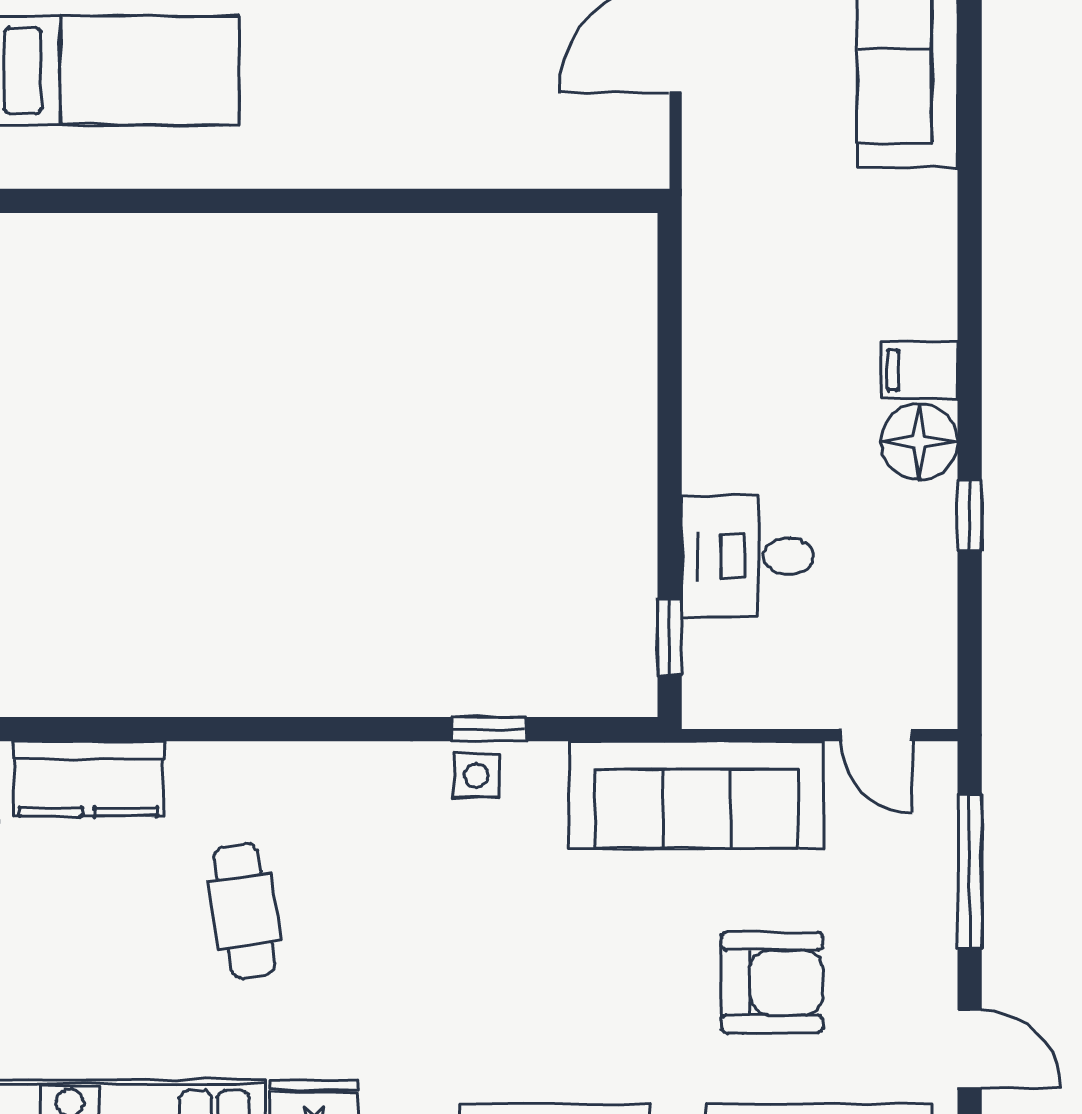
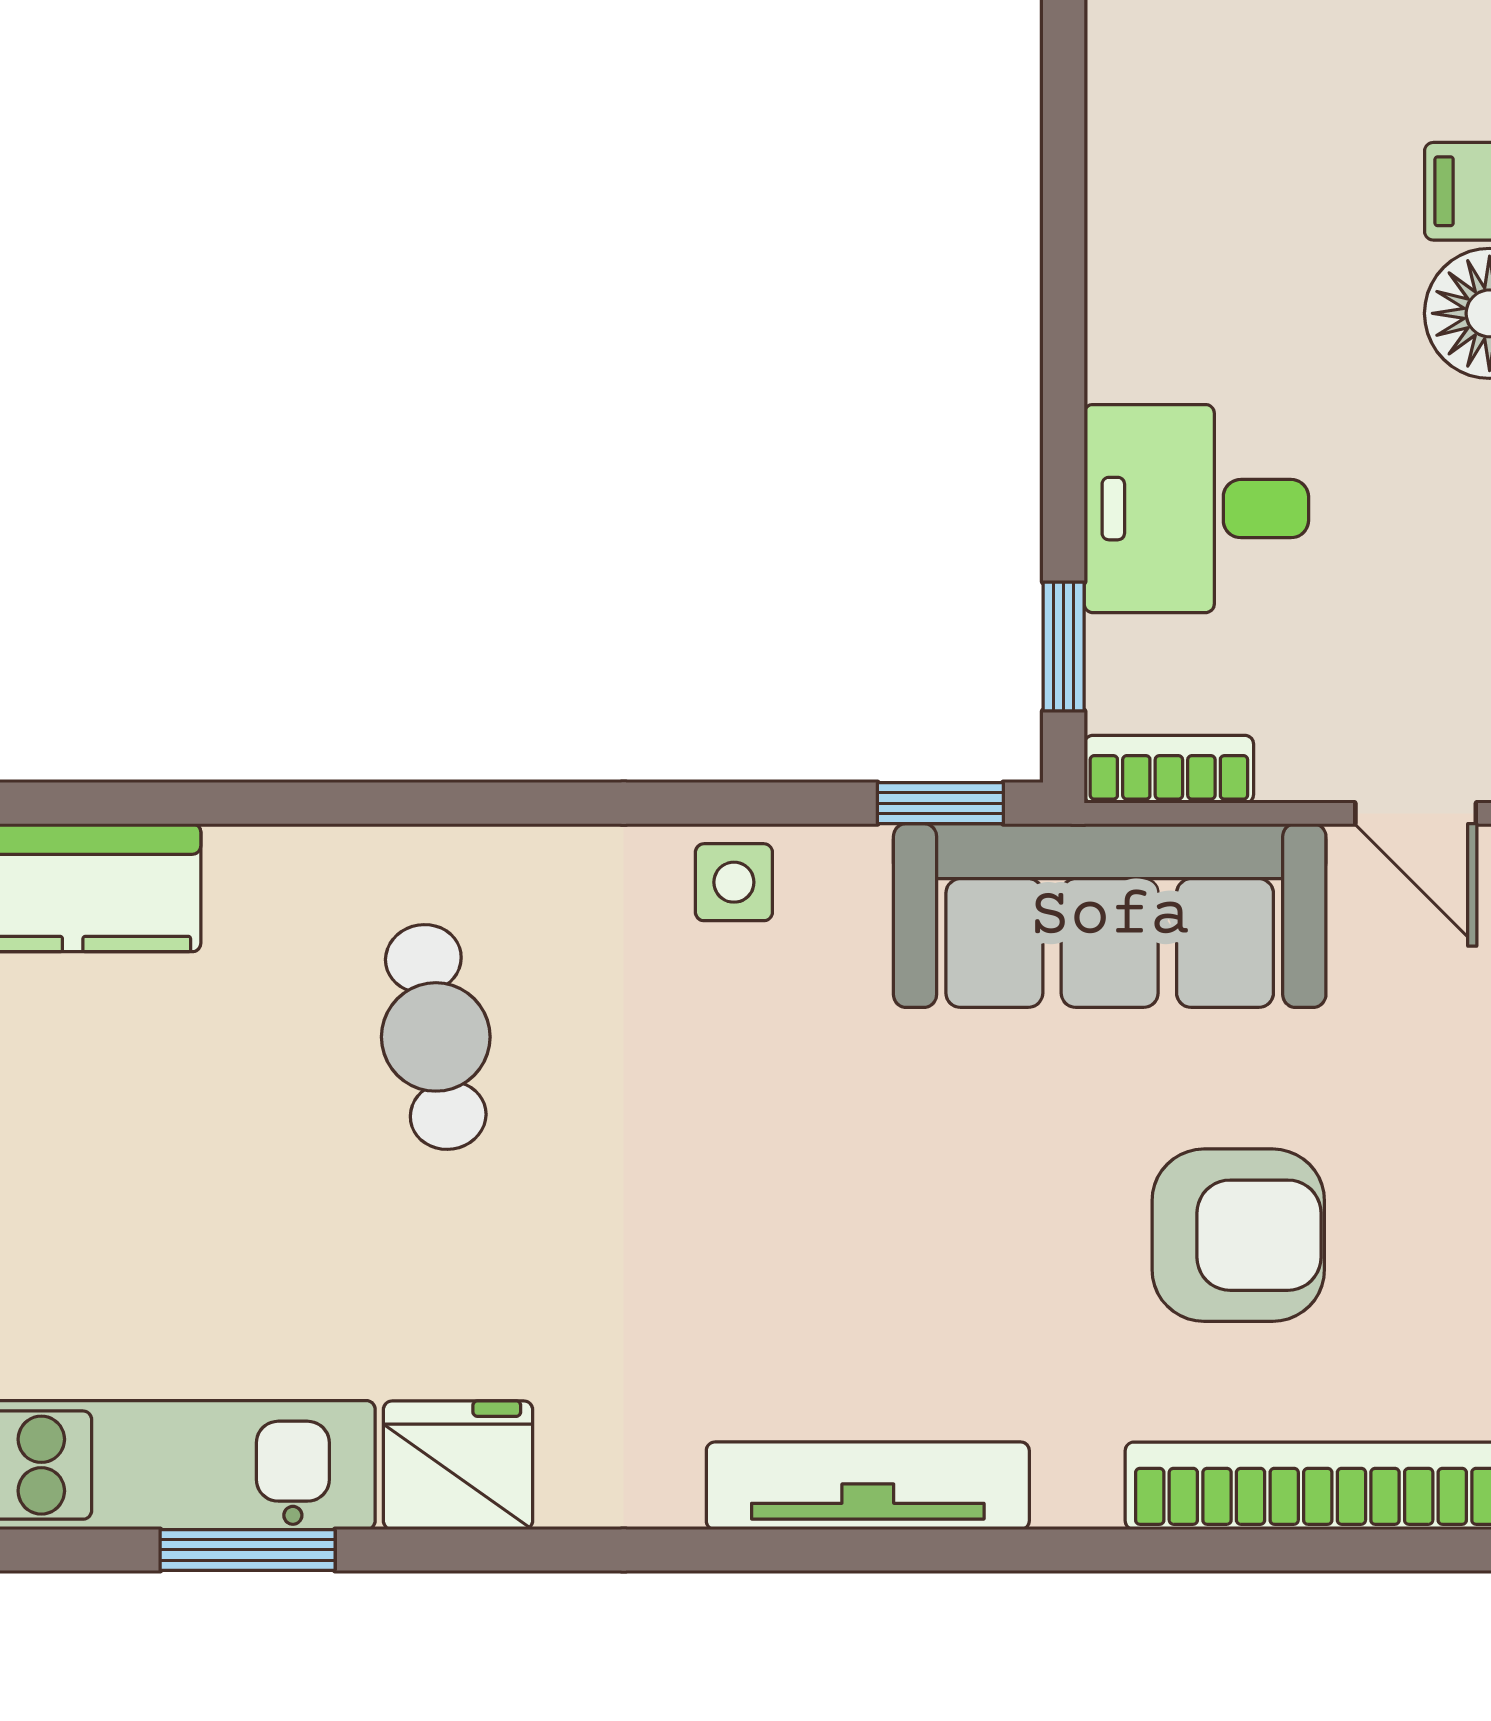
bookcase: (731, 709) -> (1169, 769), added
window: (489, 729) -> (940, 803), moved
cafe table: (244, 911) -> (436, 1037), moved

